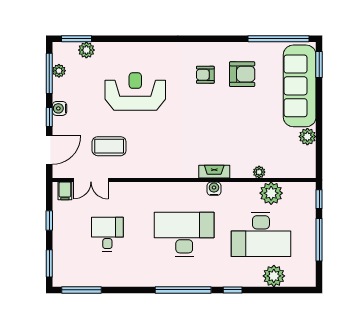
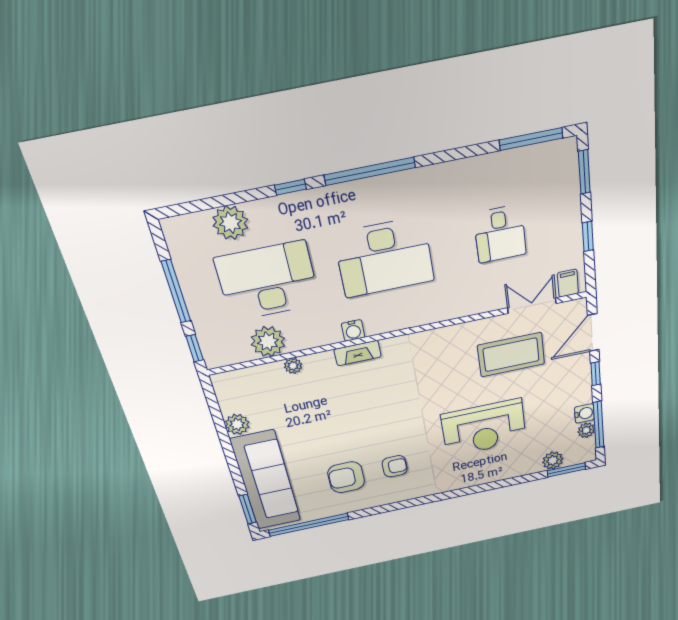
water cooler: (59, 108) -> (584, 413), moved
coffee table: (109, 146) -> (511, 355), width x1.36, depth x1.32

